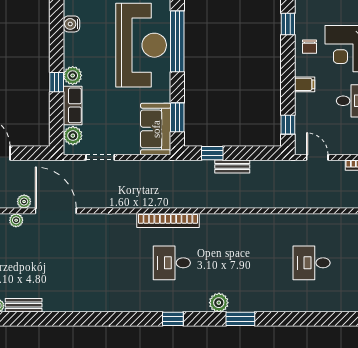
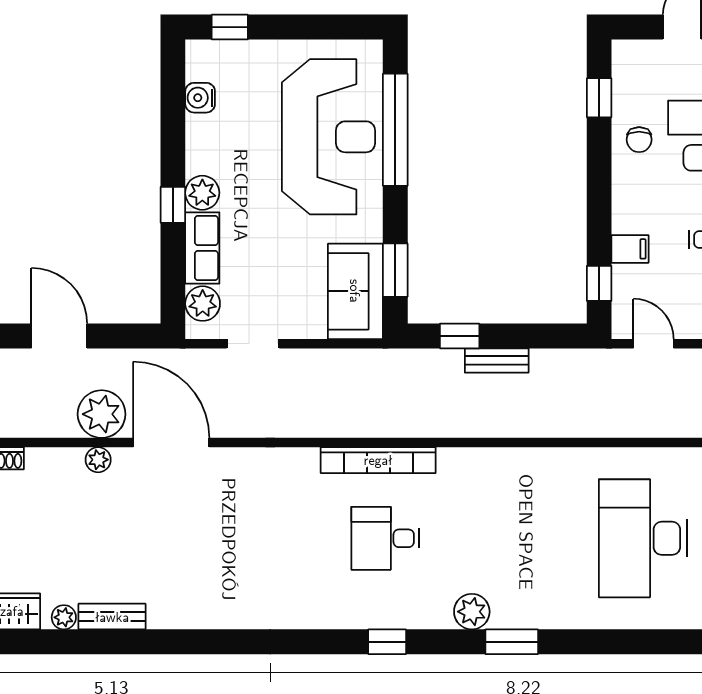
filing cabinet: (305, 84) -> (630, 249), moved
plant: (24, 202) -> (102, 414), width x1.88, depth x1.88
desk: (312, 263) -> (643, 538), width x1.87, depth x1.30

